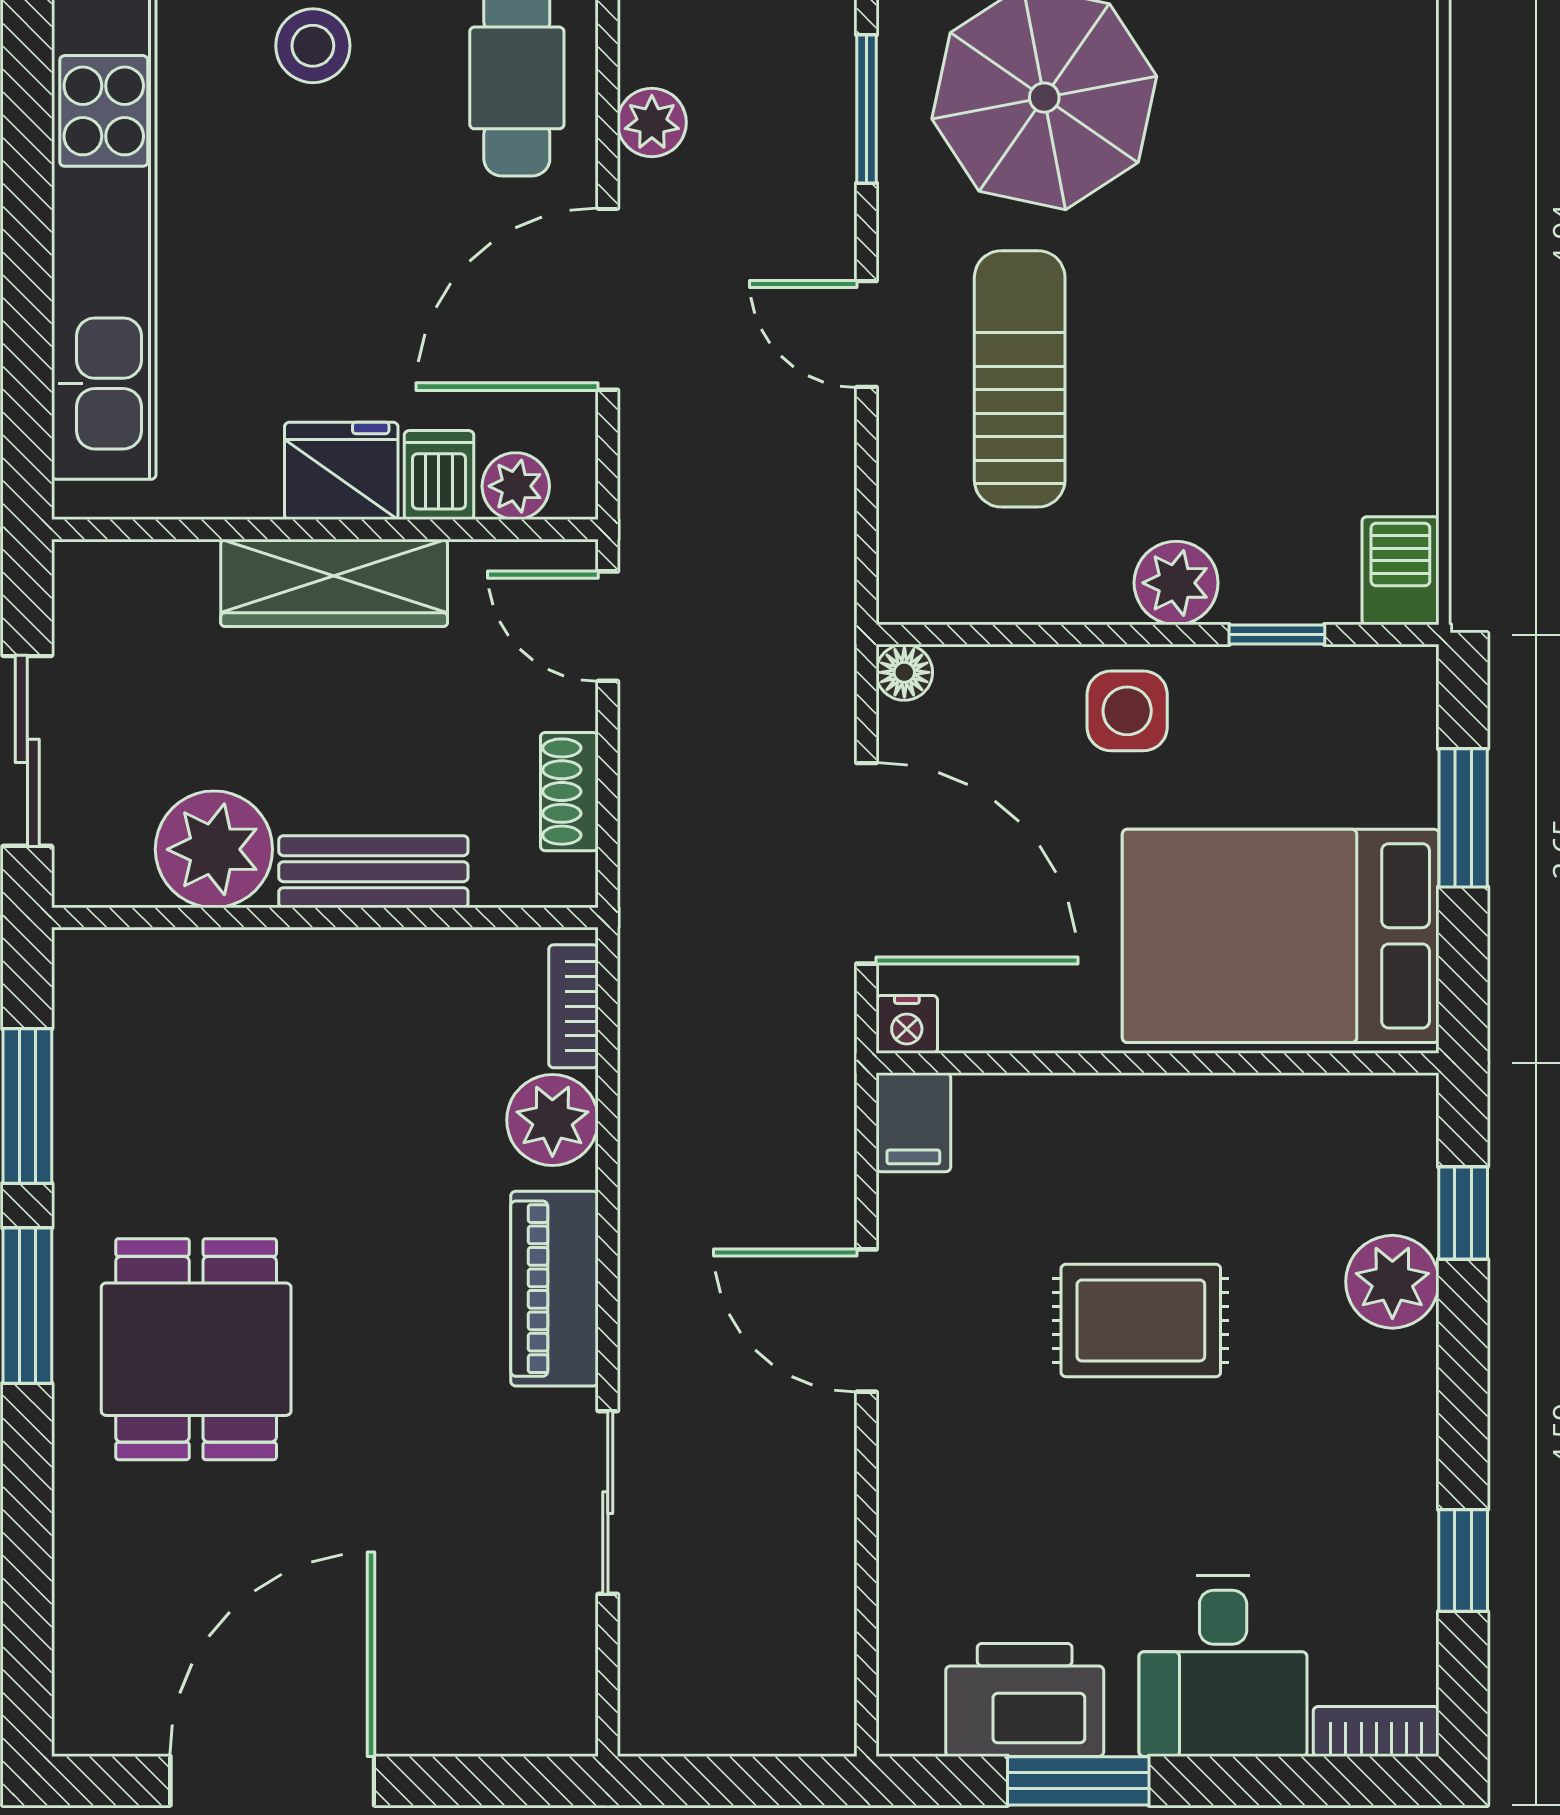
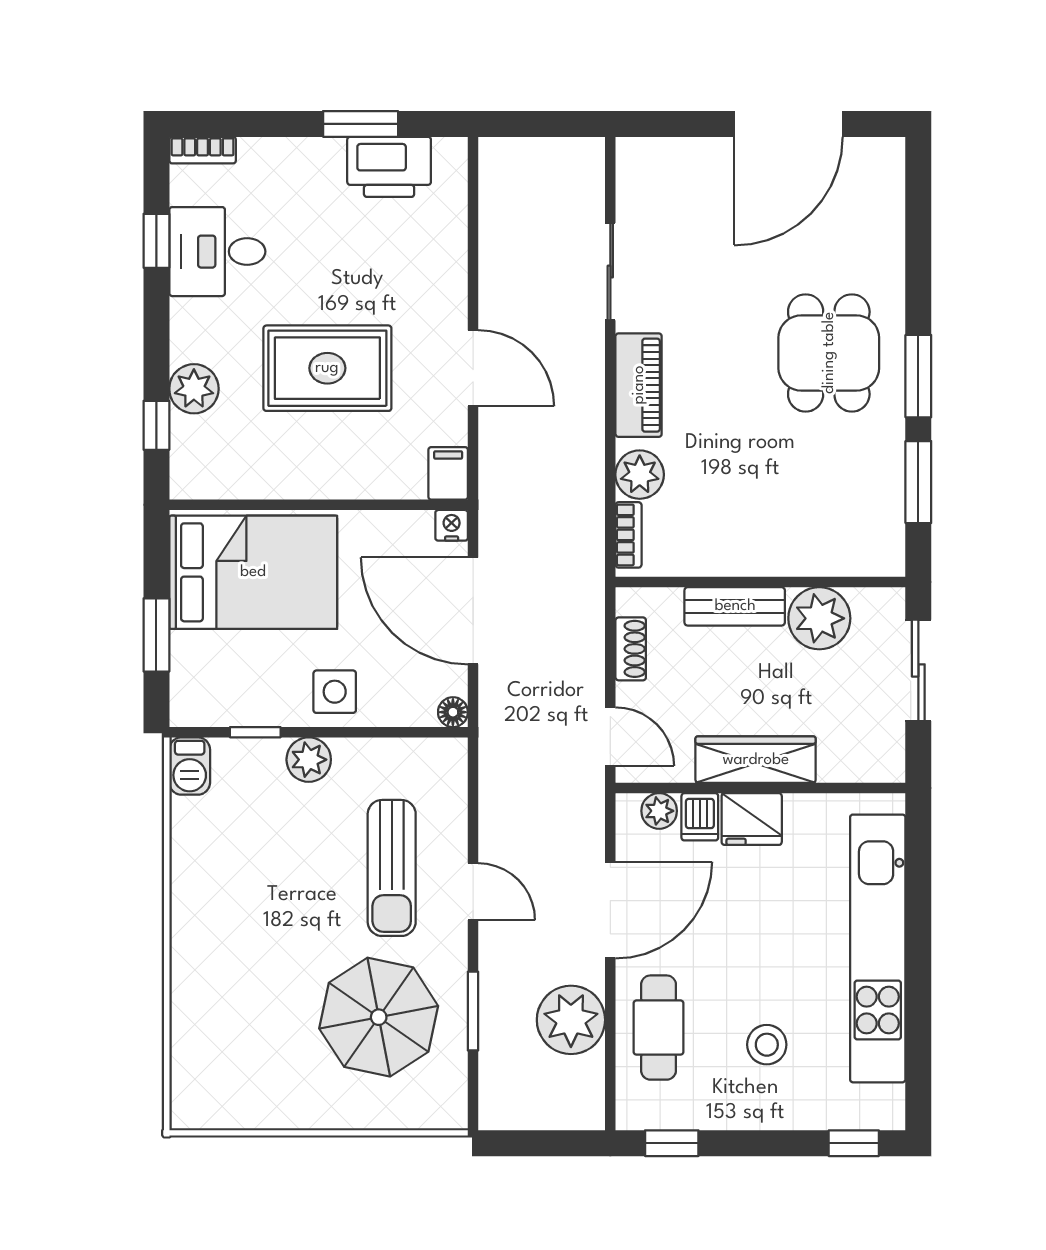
plant: (652, 122) -> (571, 1020), width x1.88, depth x1.88
rug: (1141, 1320) -> (327, 368), width x1.36, depth x1.43
desk: (1223, 1666) -> (217, 252), moved, turned -90

